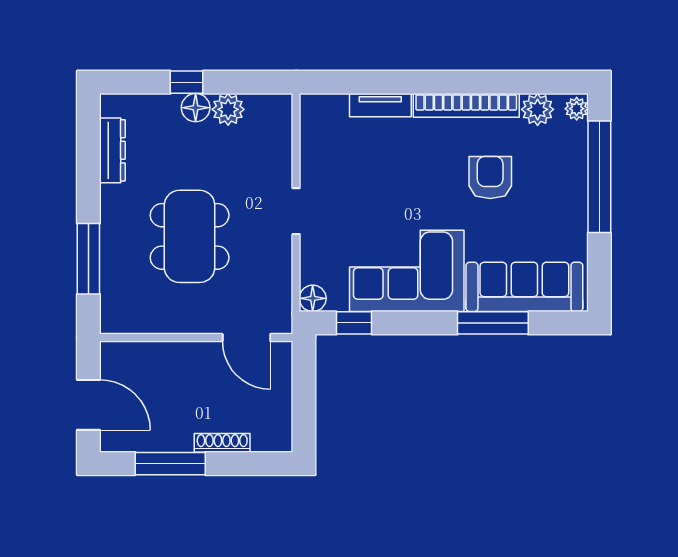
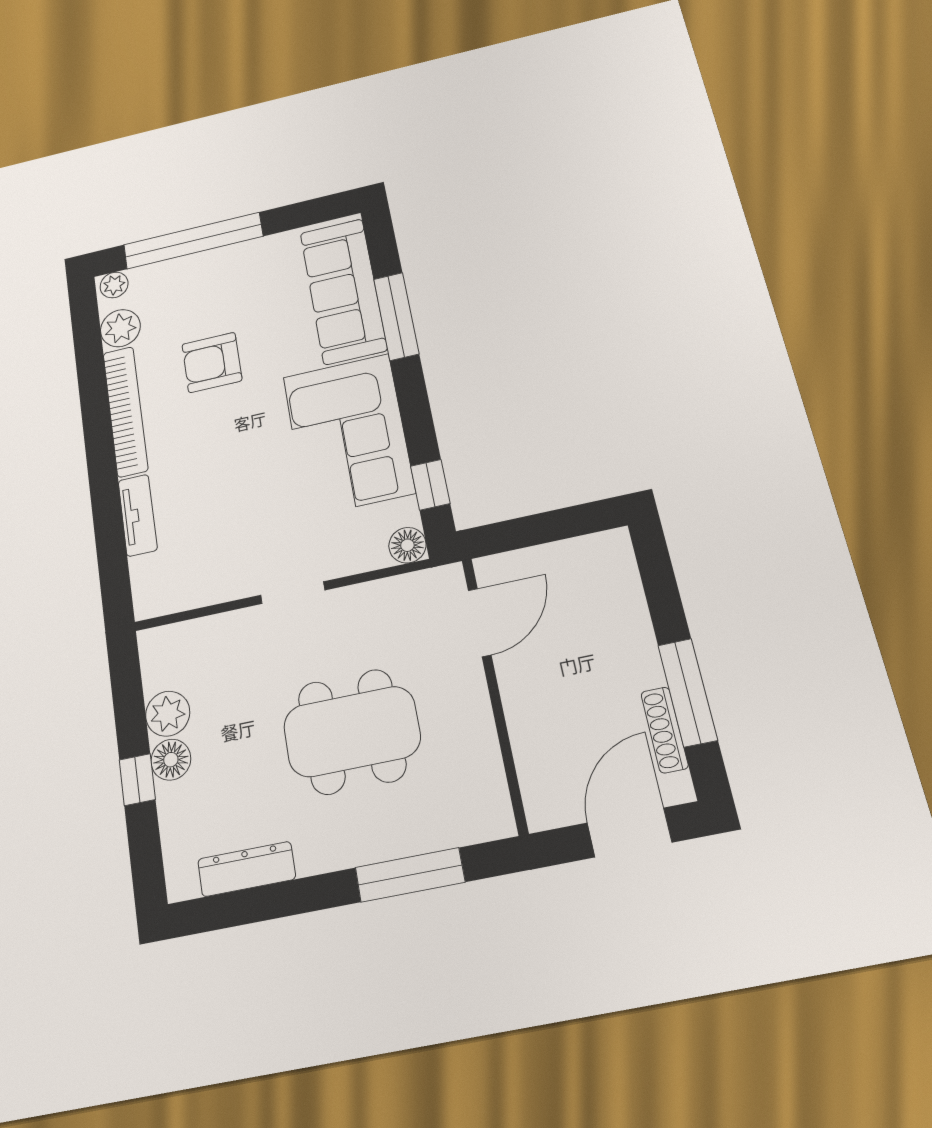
shoe rack: (222, 443) -> (665, 730), moved

